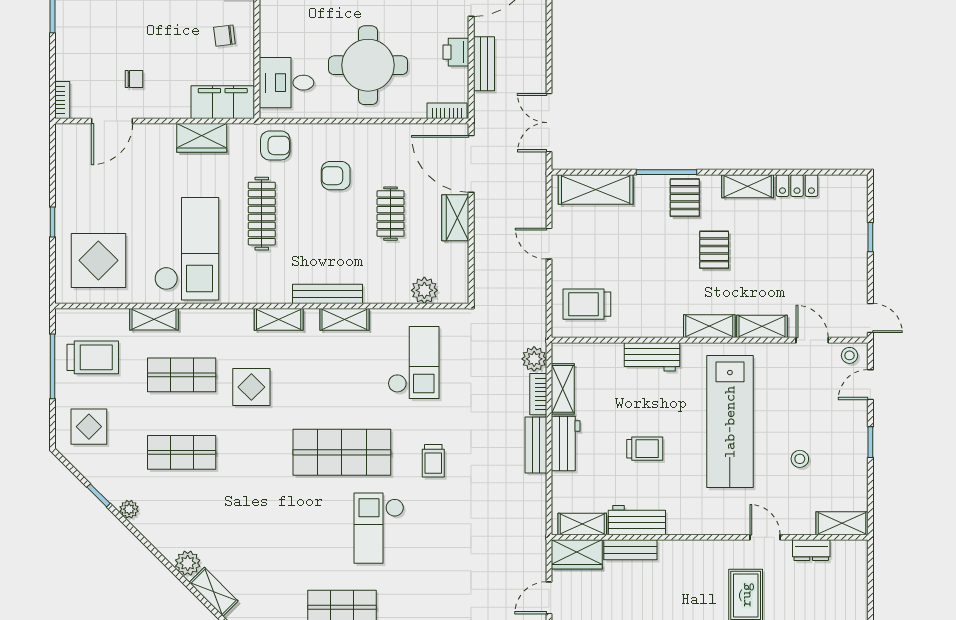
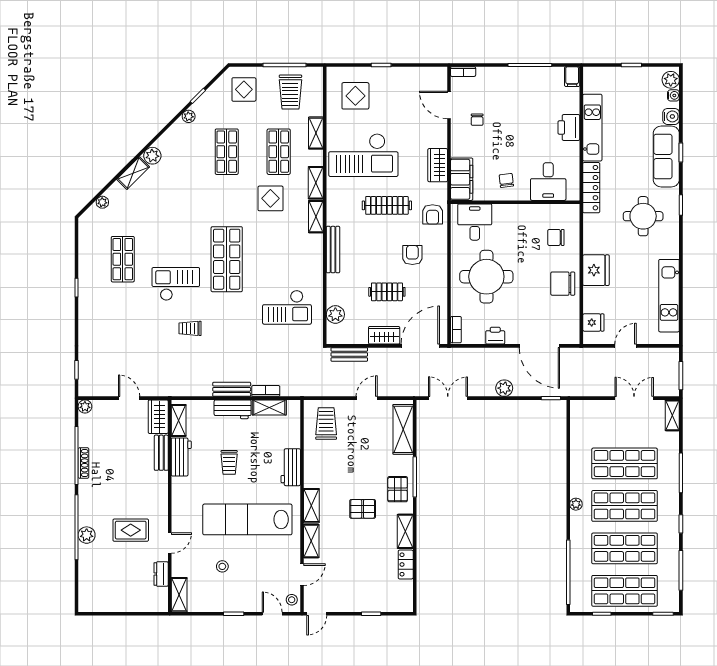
bench: (484, 64) -> (349, 354), moved
pallet: (685, 198) -> (398, 489), turned 90
display table: (98, 260) -> (355, 96), width x0.73, depth x0.73
shelving: (344, 319) -> (316, 183), moved
plant: (534, 359) -> (504, 388), moved
trolley: (433, 461) -> (190, 328), moved

